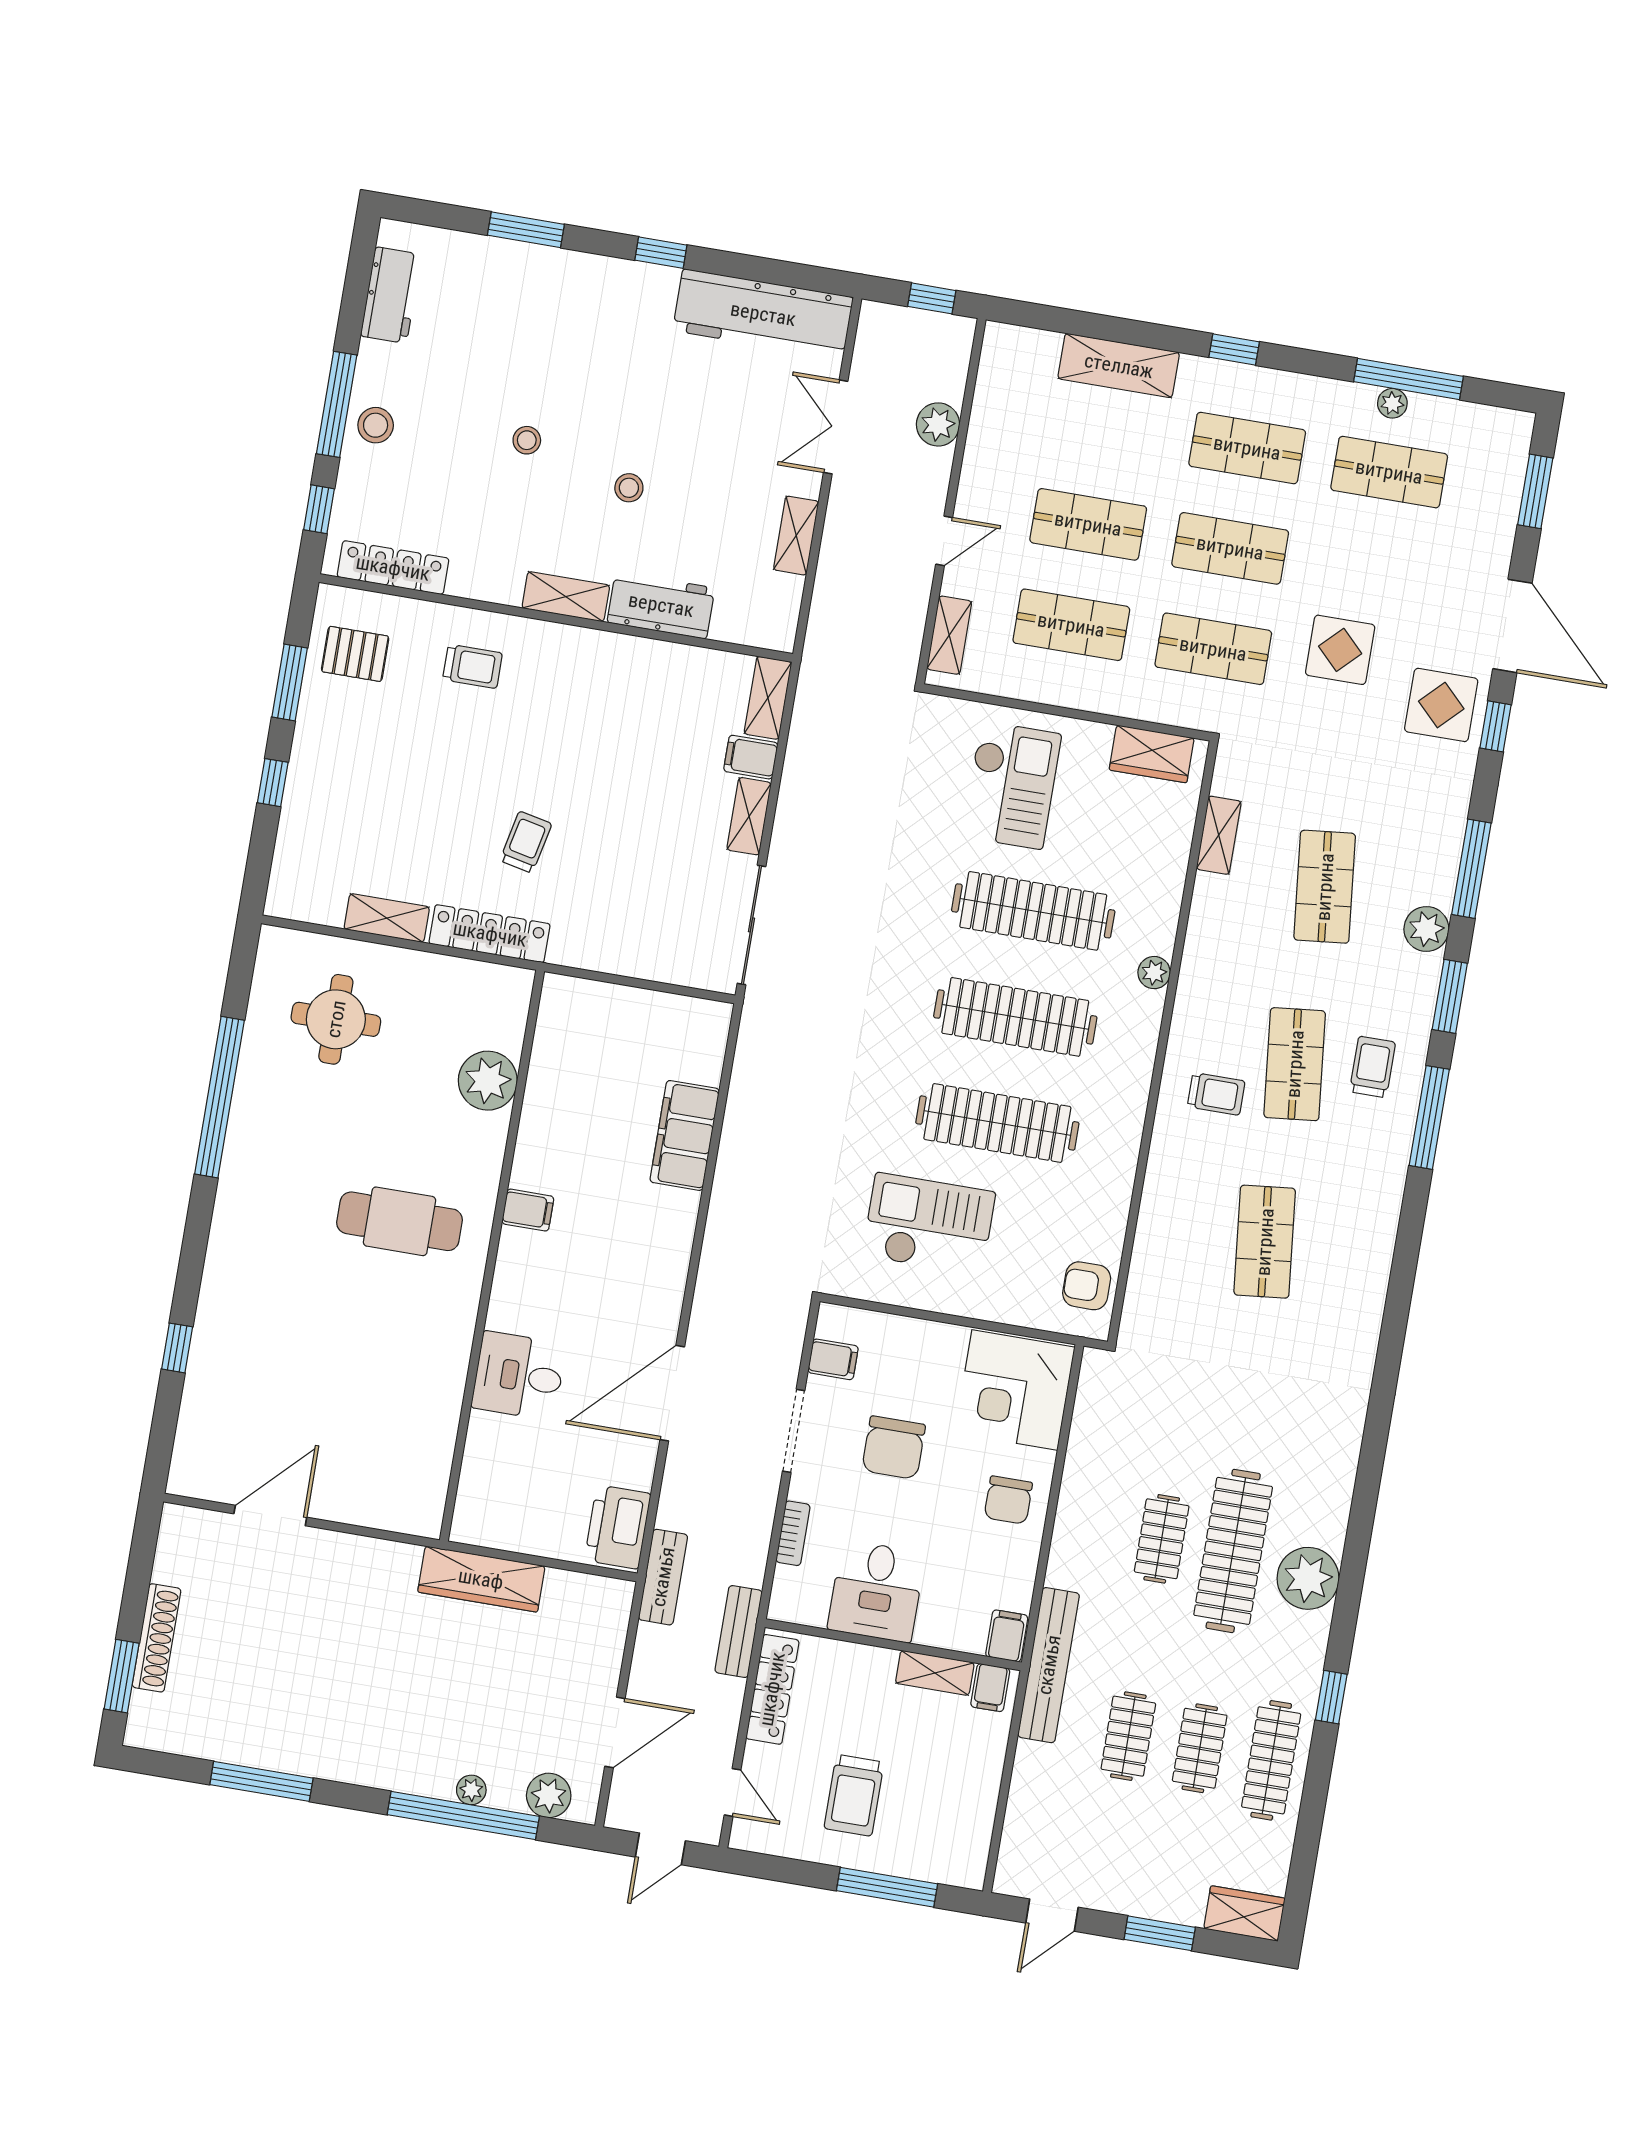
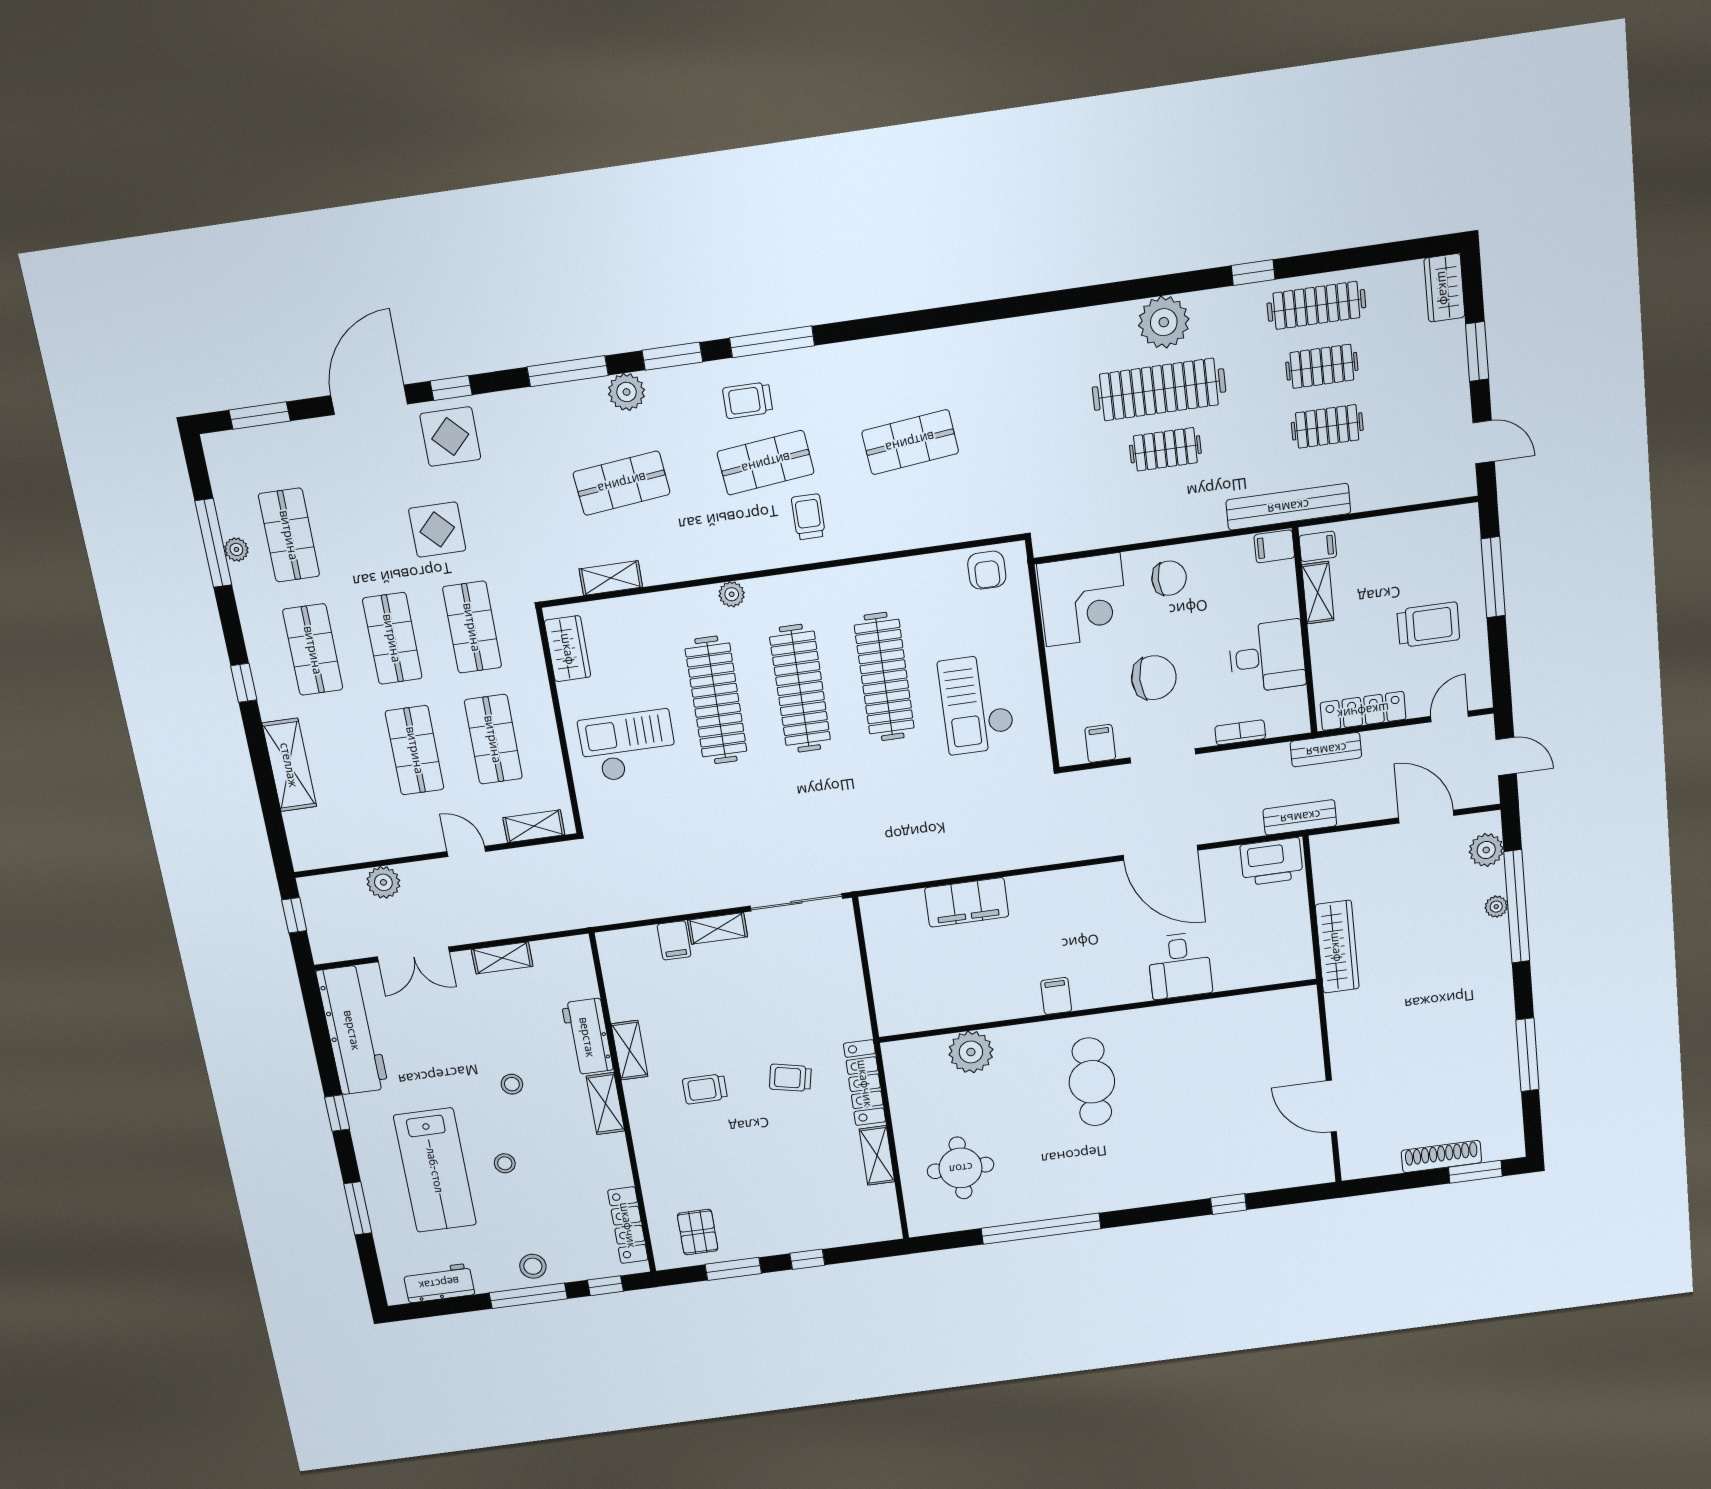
lab bench: (546, 348) -> (435, 1170), added
trolley: (473, 666) -> (705, 1089), moved, turned -90
shelving: (768, 698) -> (630, 1050), moved, turned 90

